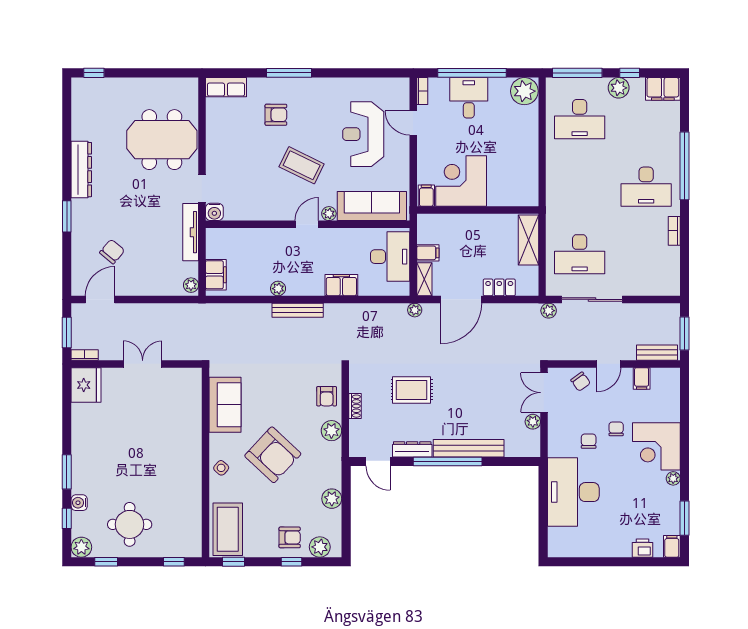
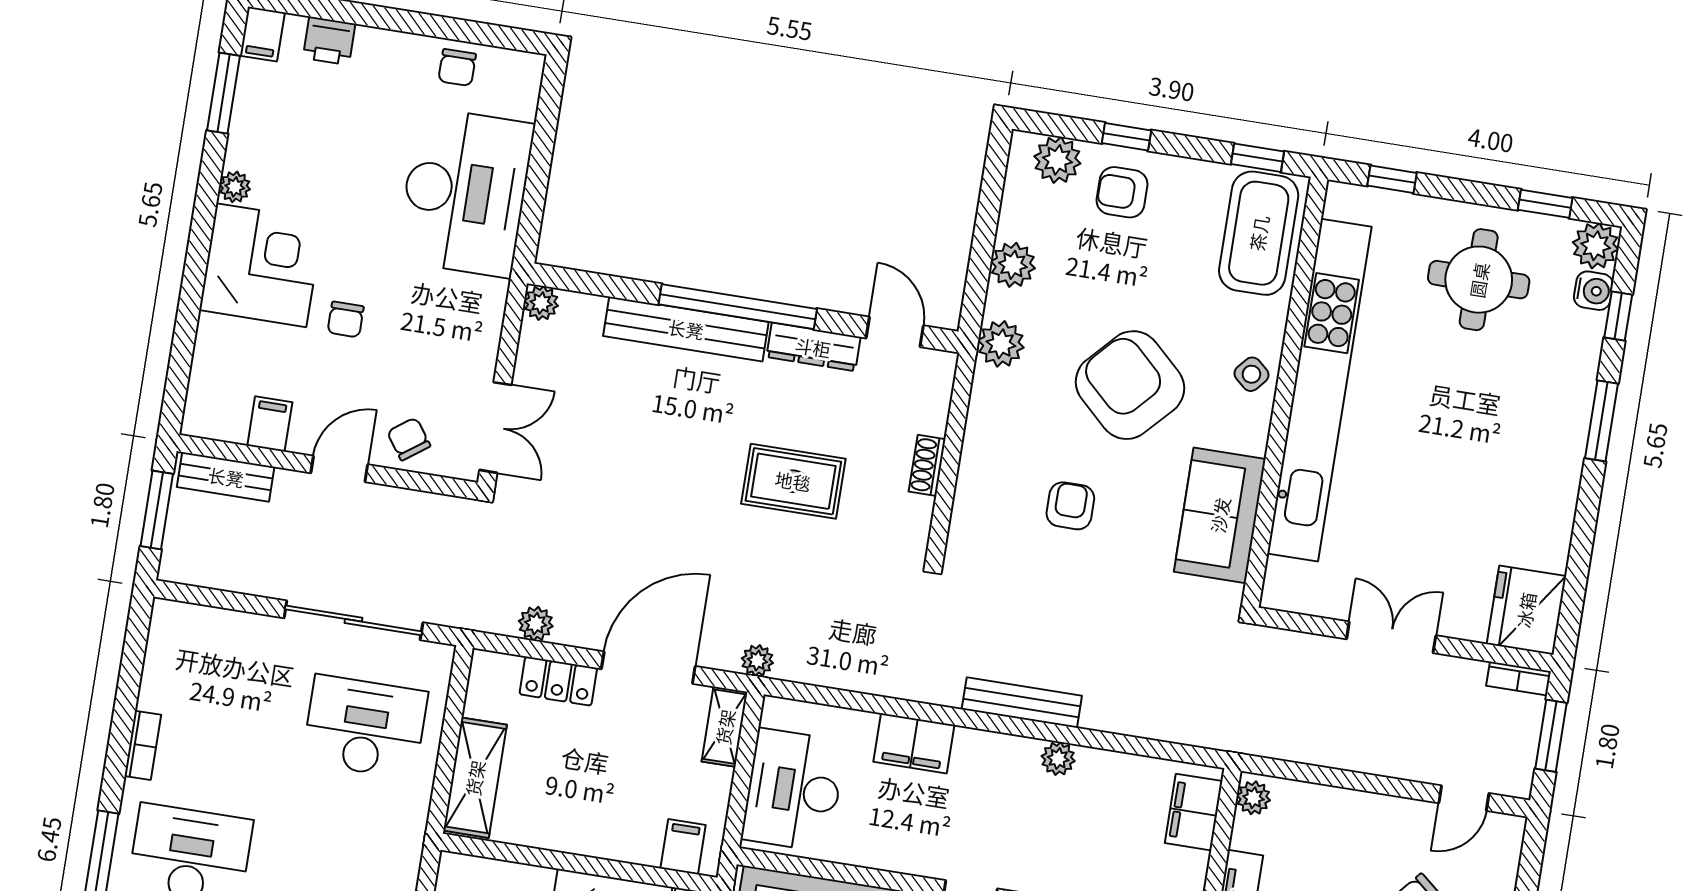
filing cabinet: (428, 253) -> (683, 847), moved, turned 90
door: (100, 299) -> (1464, 798), width x0.73
plant: (549, 311) -> (536, 624), moved
double door: (143, 364) -> (1391, 637), swing flipped
armchair: (327, 396) -> (1070, 506), moved
plant: (533, 422) -> (541, 303), moved
plant: (331, 431) -> (1001, 344), moved
chair: (589, 441) -> (457, 67), moved
kitchen unit: (191, 466) -> (1319, 390), added
water cooler: (79, 503) -> (1593, 291), moved

